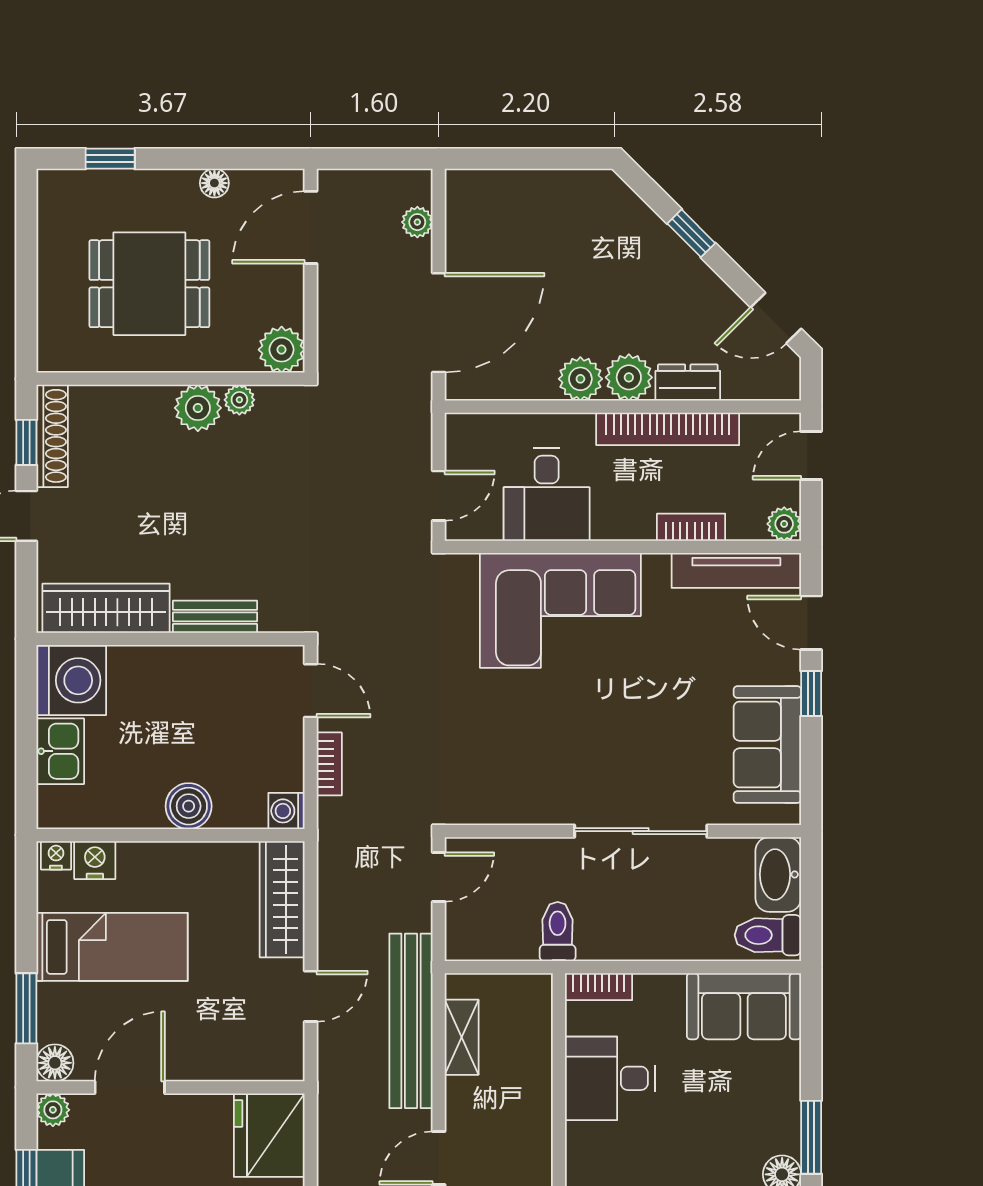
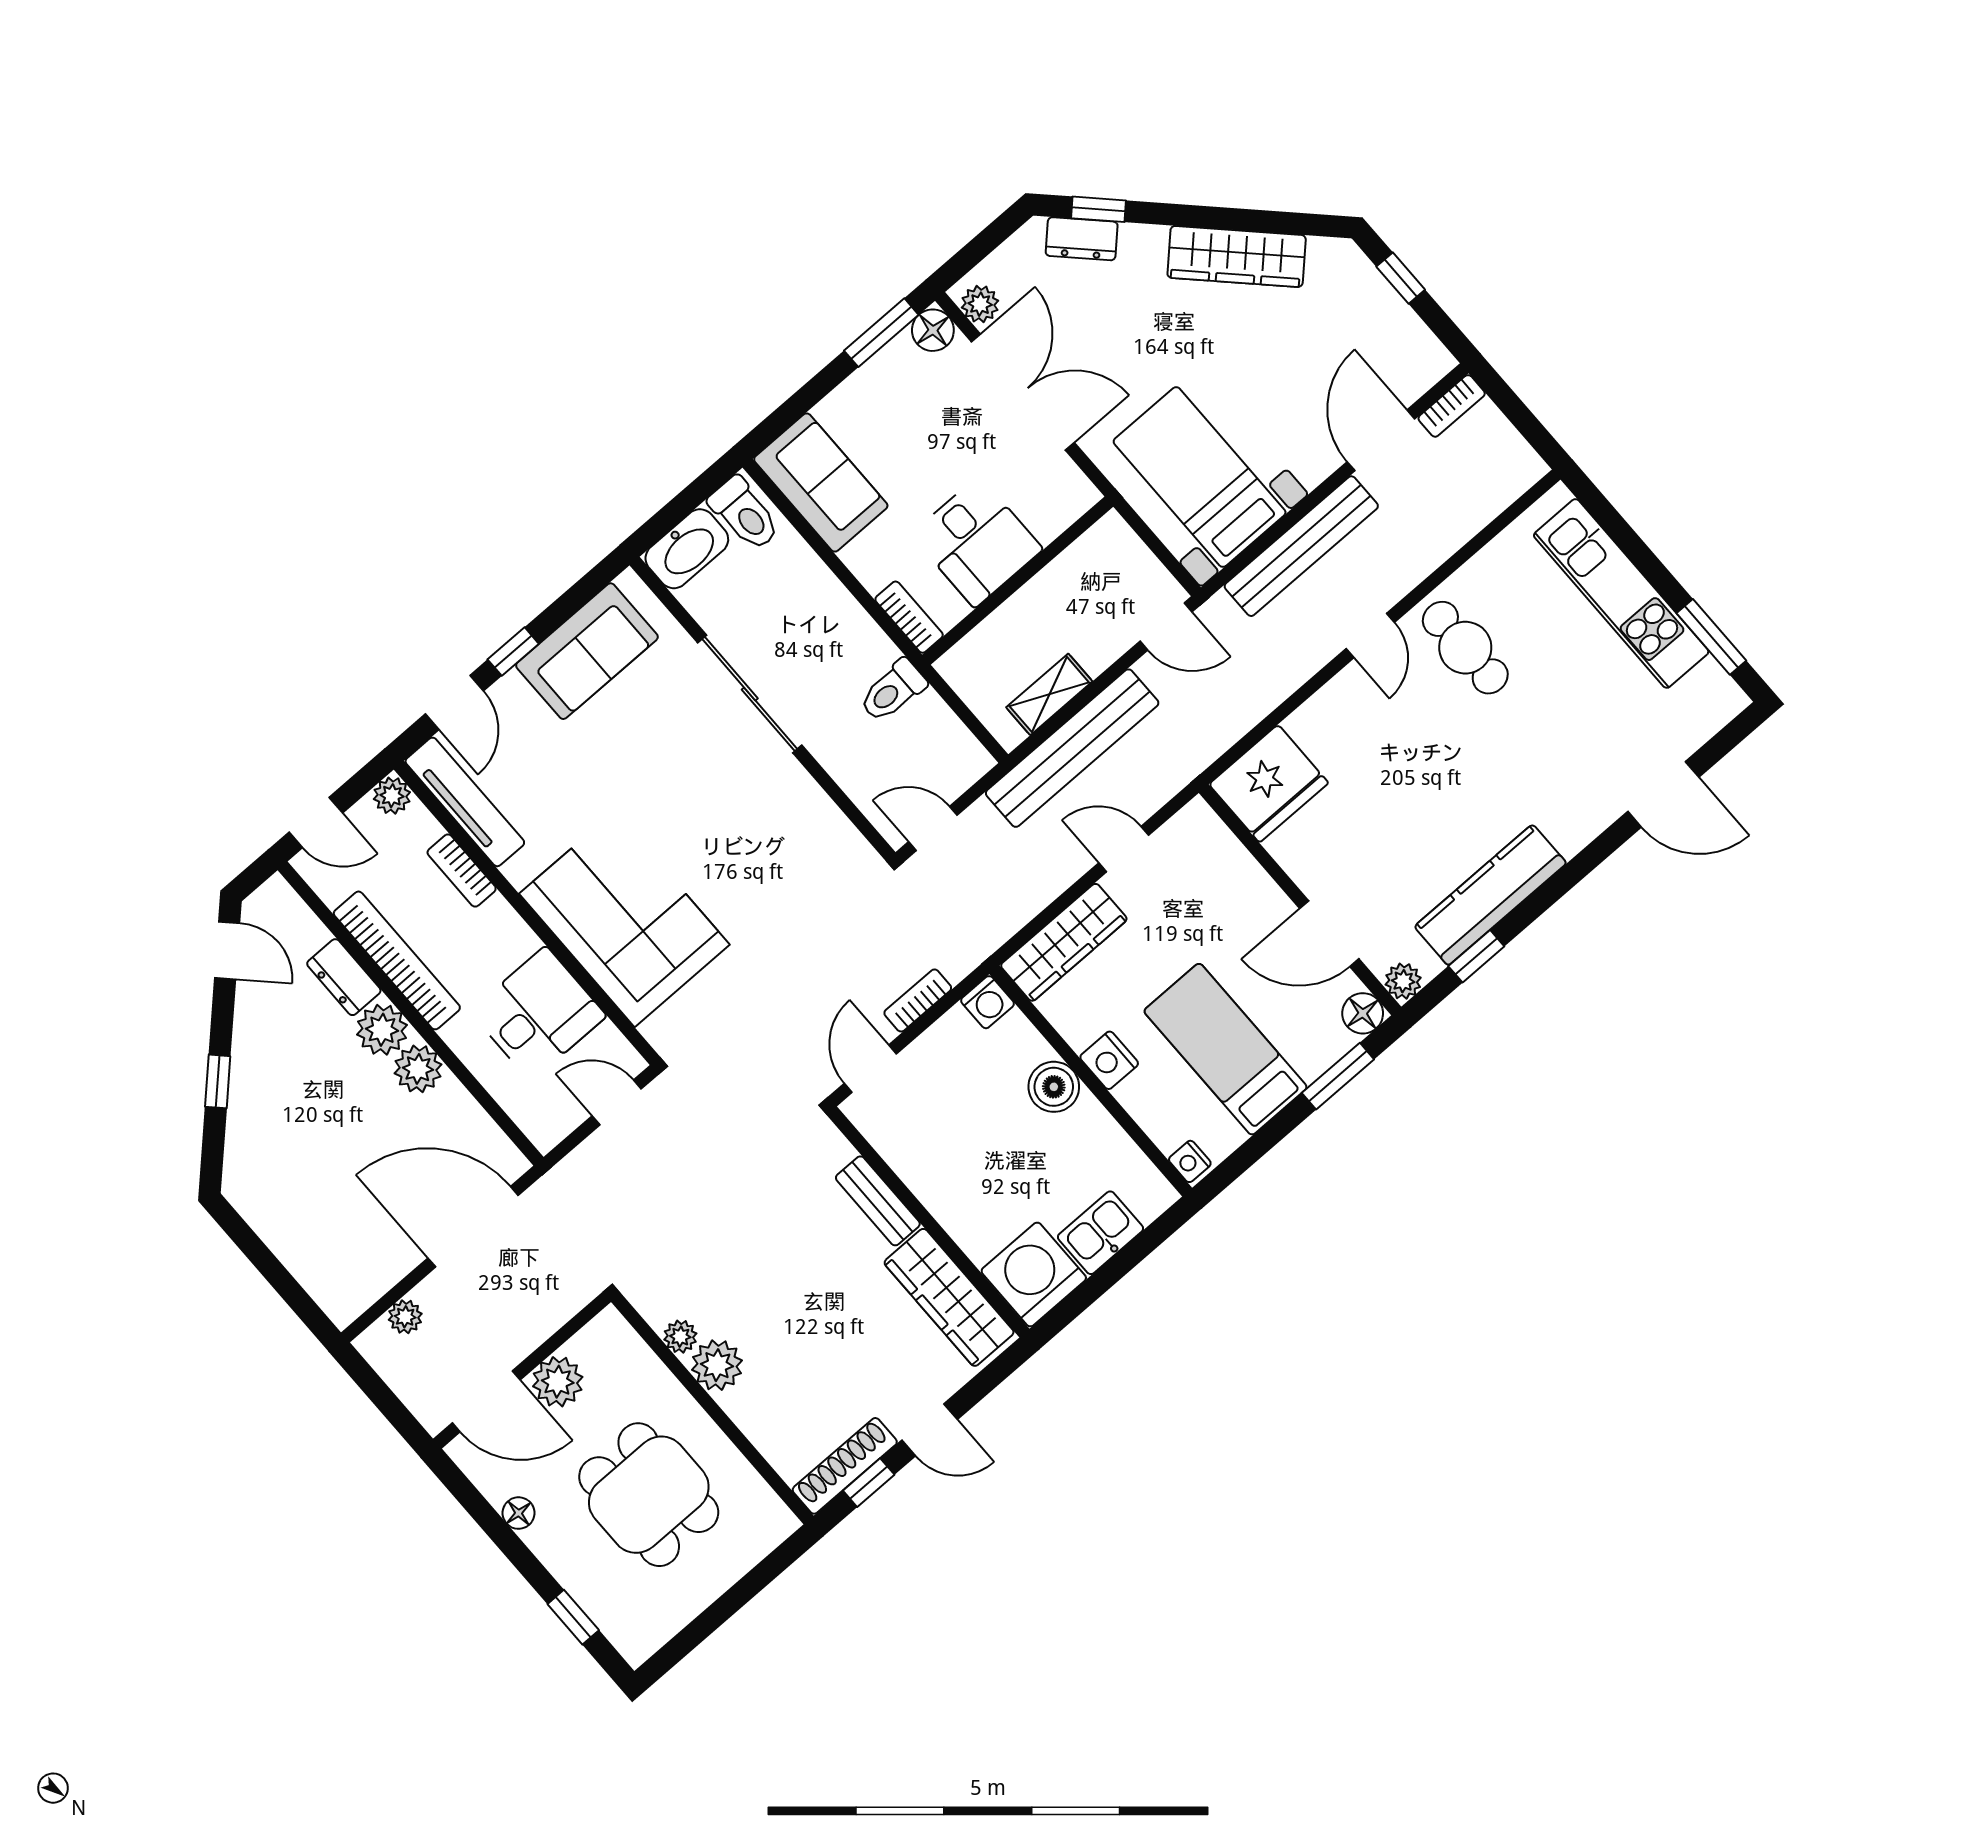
plant: (282, 350) -> (558, 1382), moved
nightstand: (95, 860) -> (1109, 1060), moved

